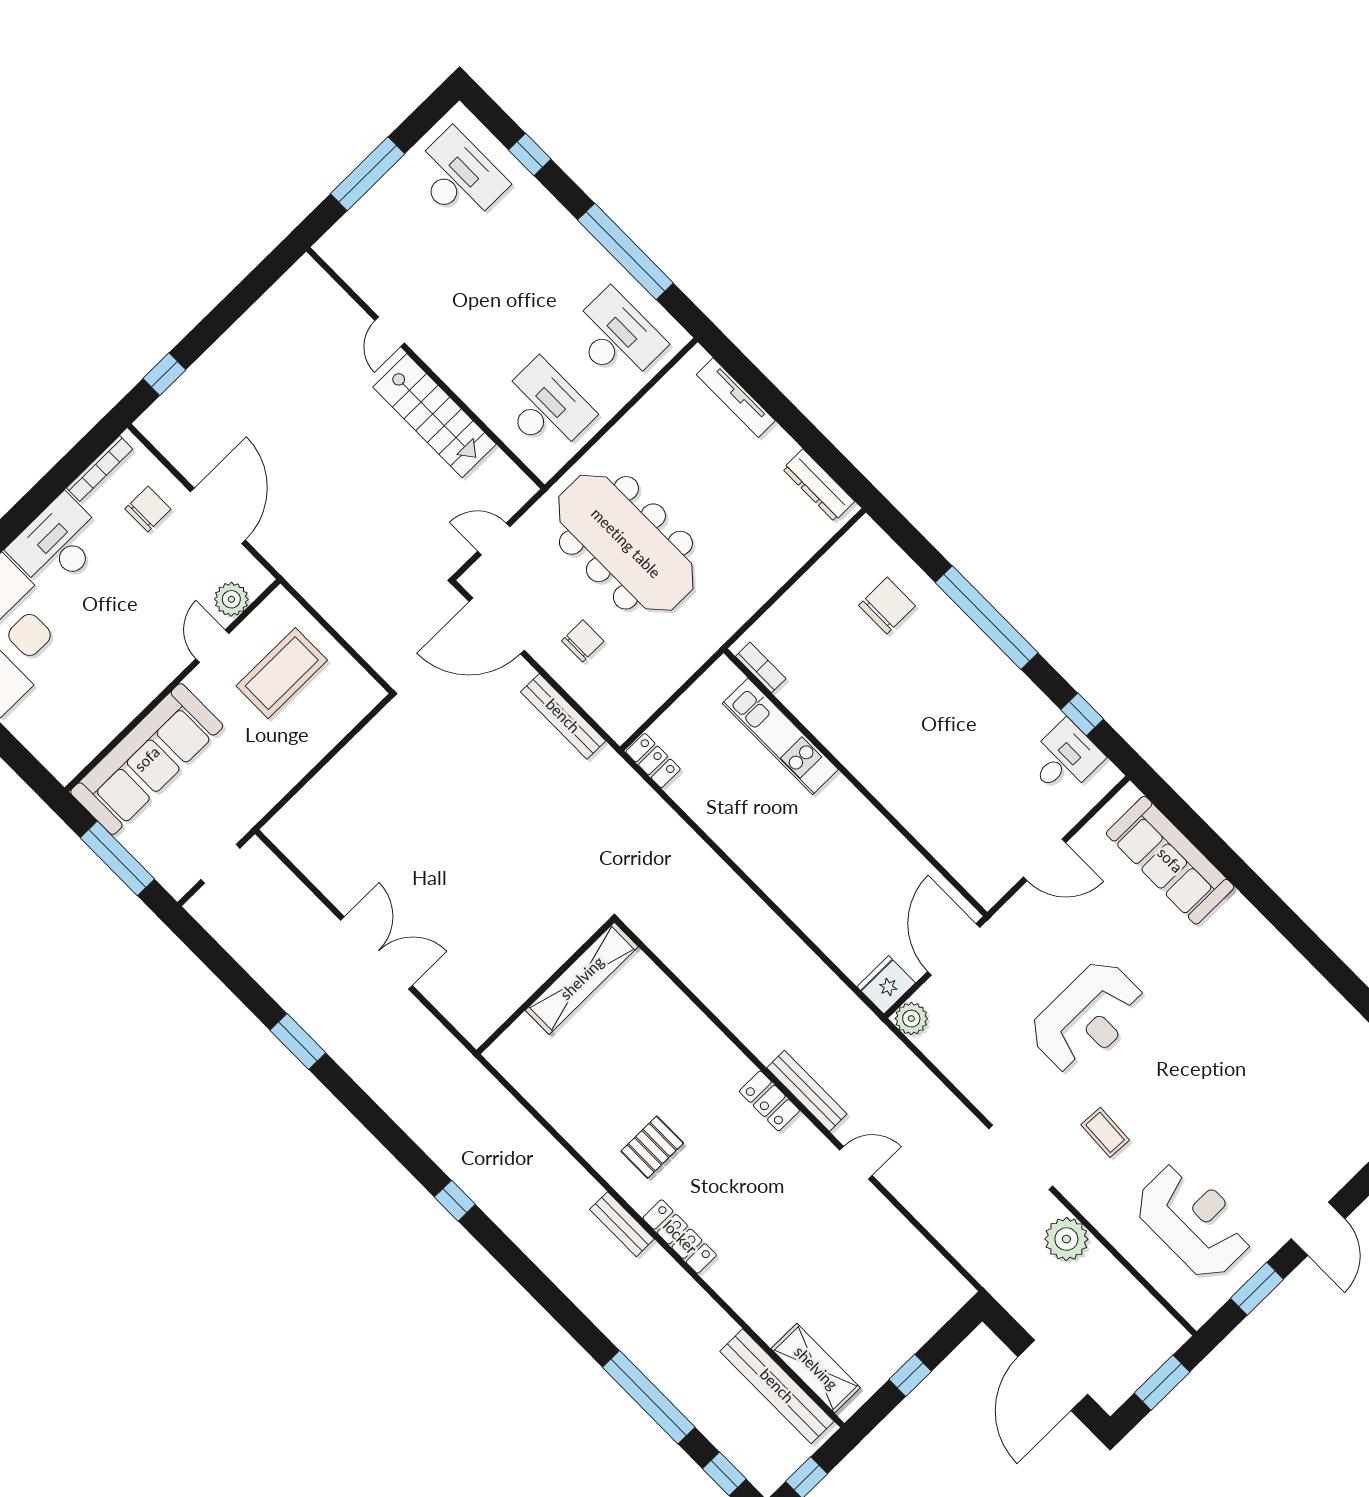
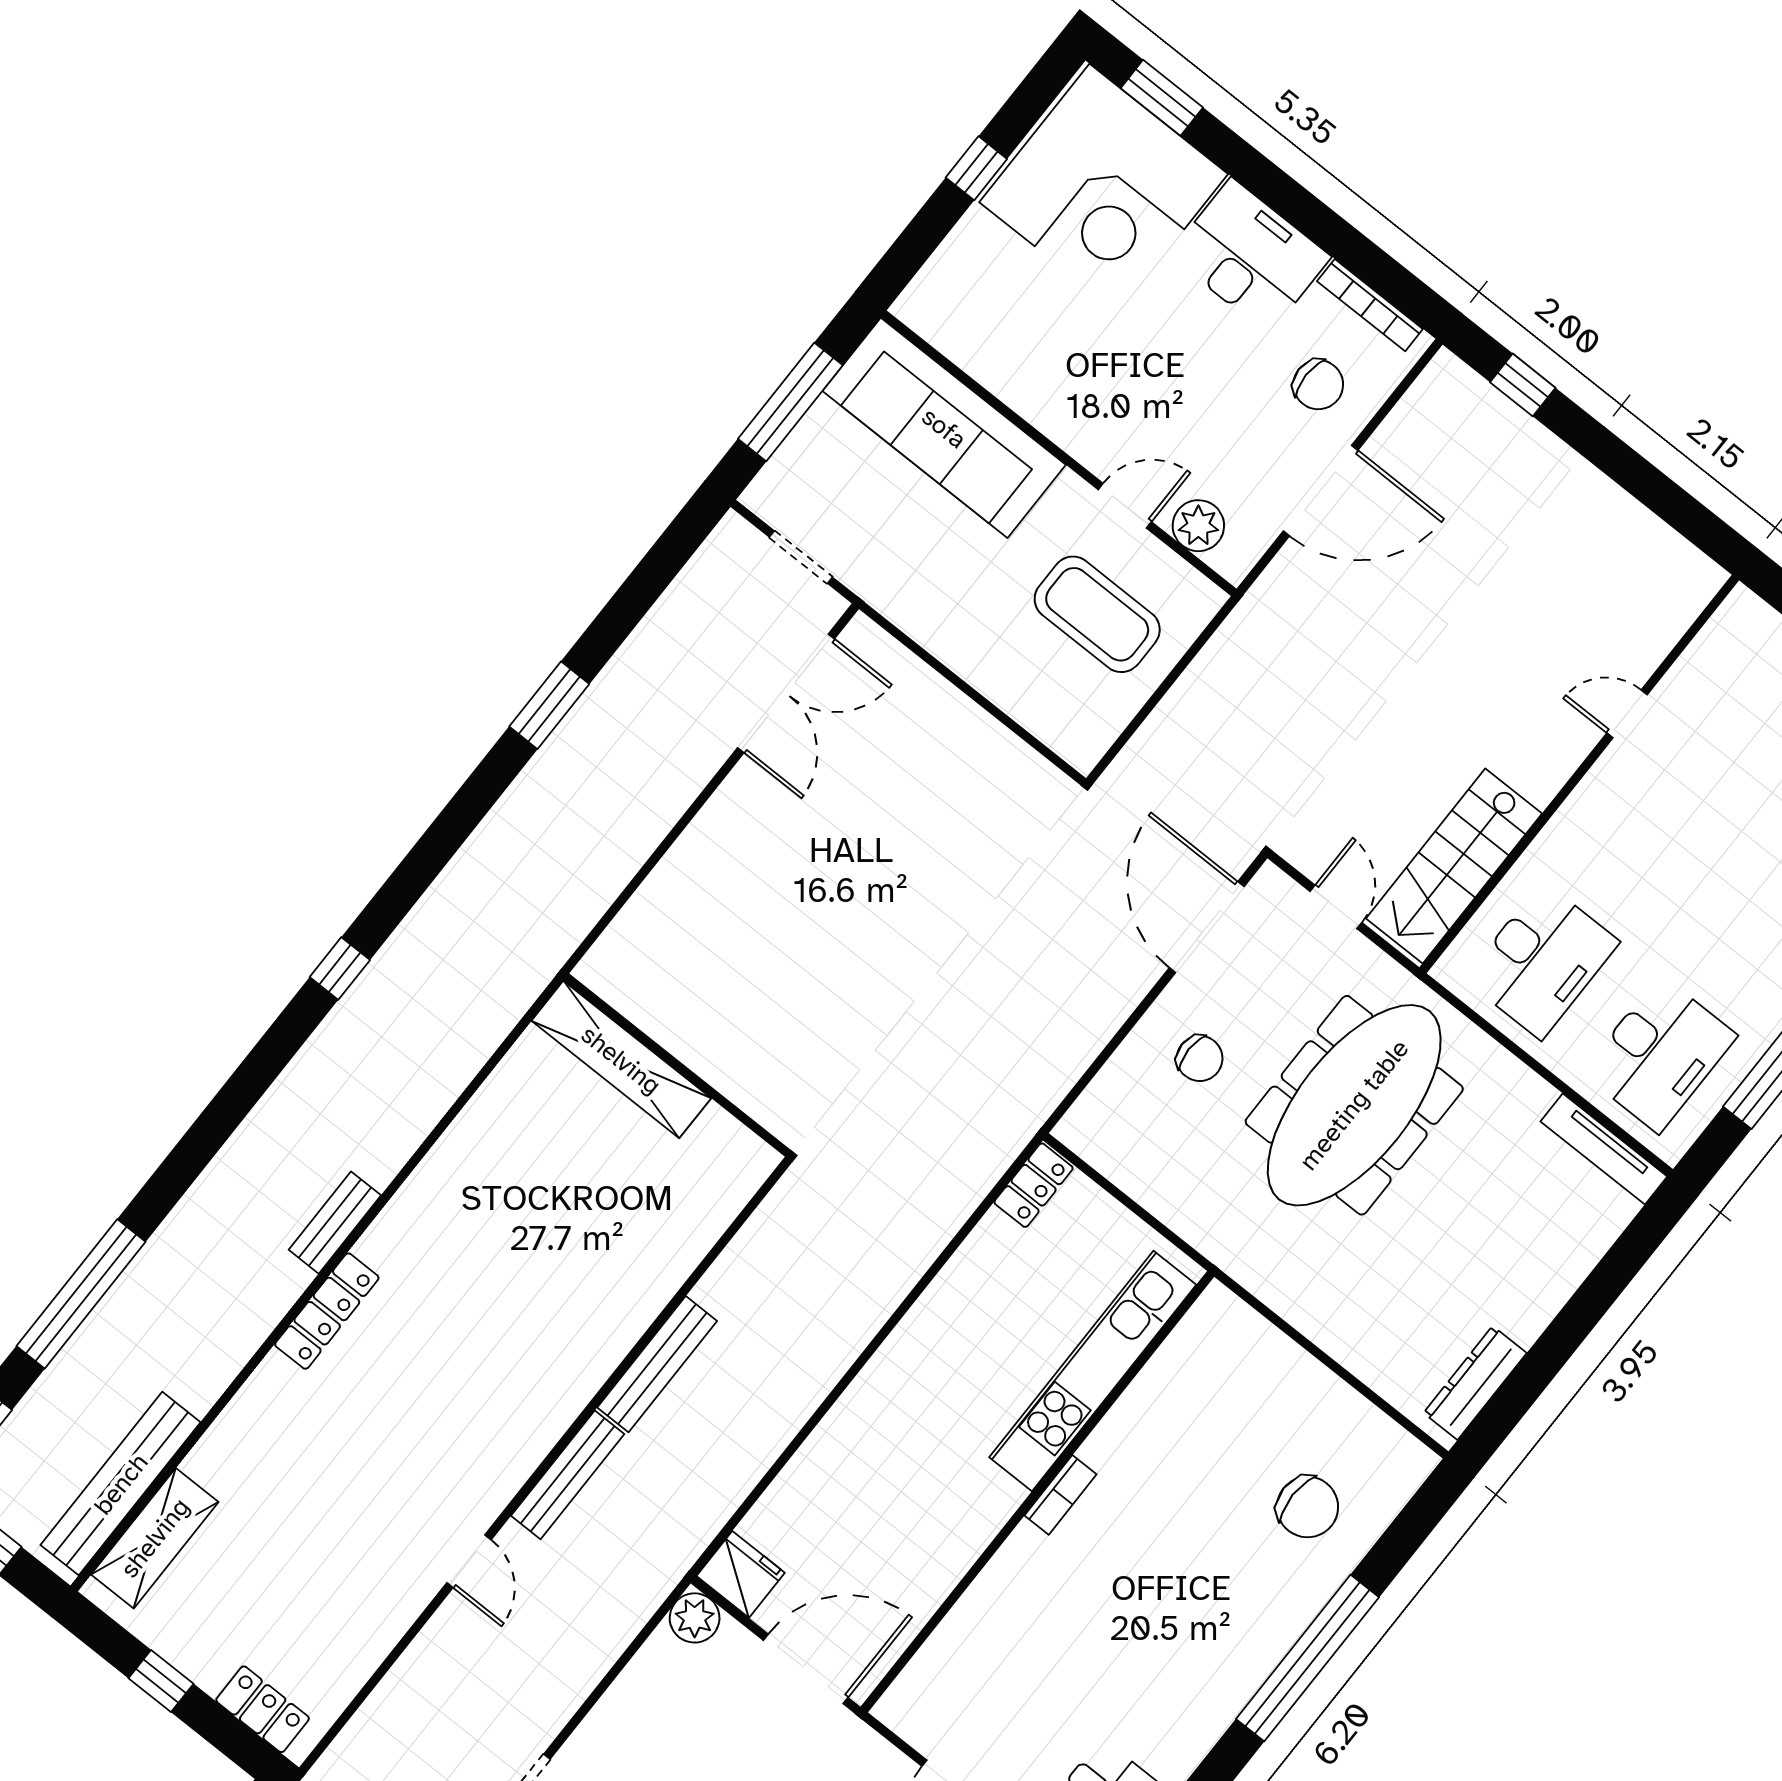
tv unit: (736, 398) -> (1604, 1149), moved, turned -90
stairs: (434, 416) -> (1454, 866), moved
bookcase: (761, 667) -> (1061, 1495), moved
bench: (563, 716) -> (657, 1364), moved
kitchen unit: (780, 736) -> (1093, 1371), width x1.36
double door: (376, 953) -> (786, 693), moved
shelving: (582, 978) -> (621, 1060), moved
locker: (769, 1101) -> (263, 1709), moved, turned 90
pallet: (652, 1147) -> (456, 1254), removed

